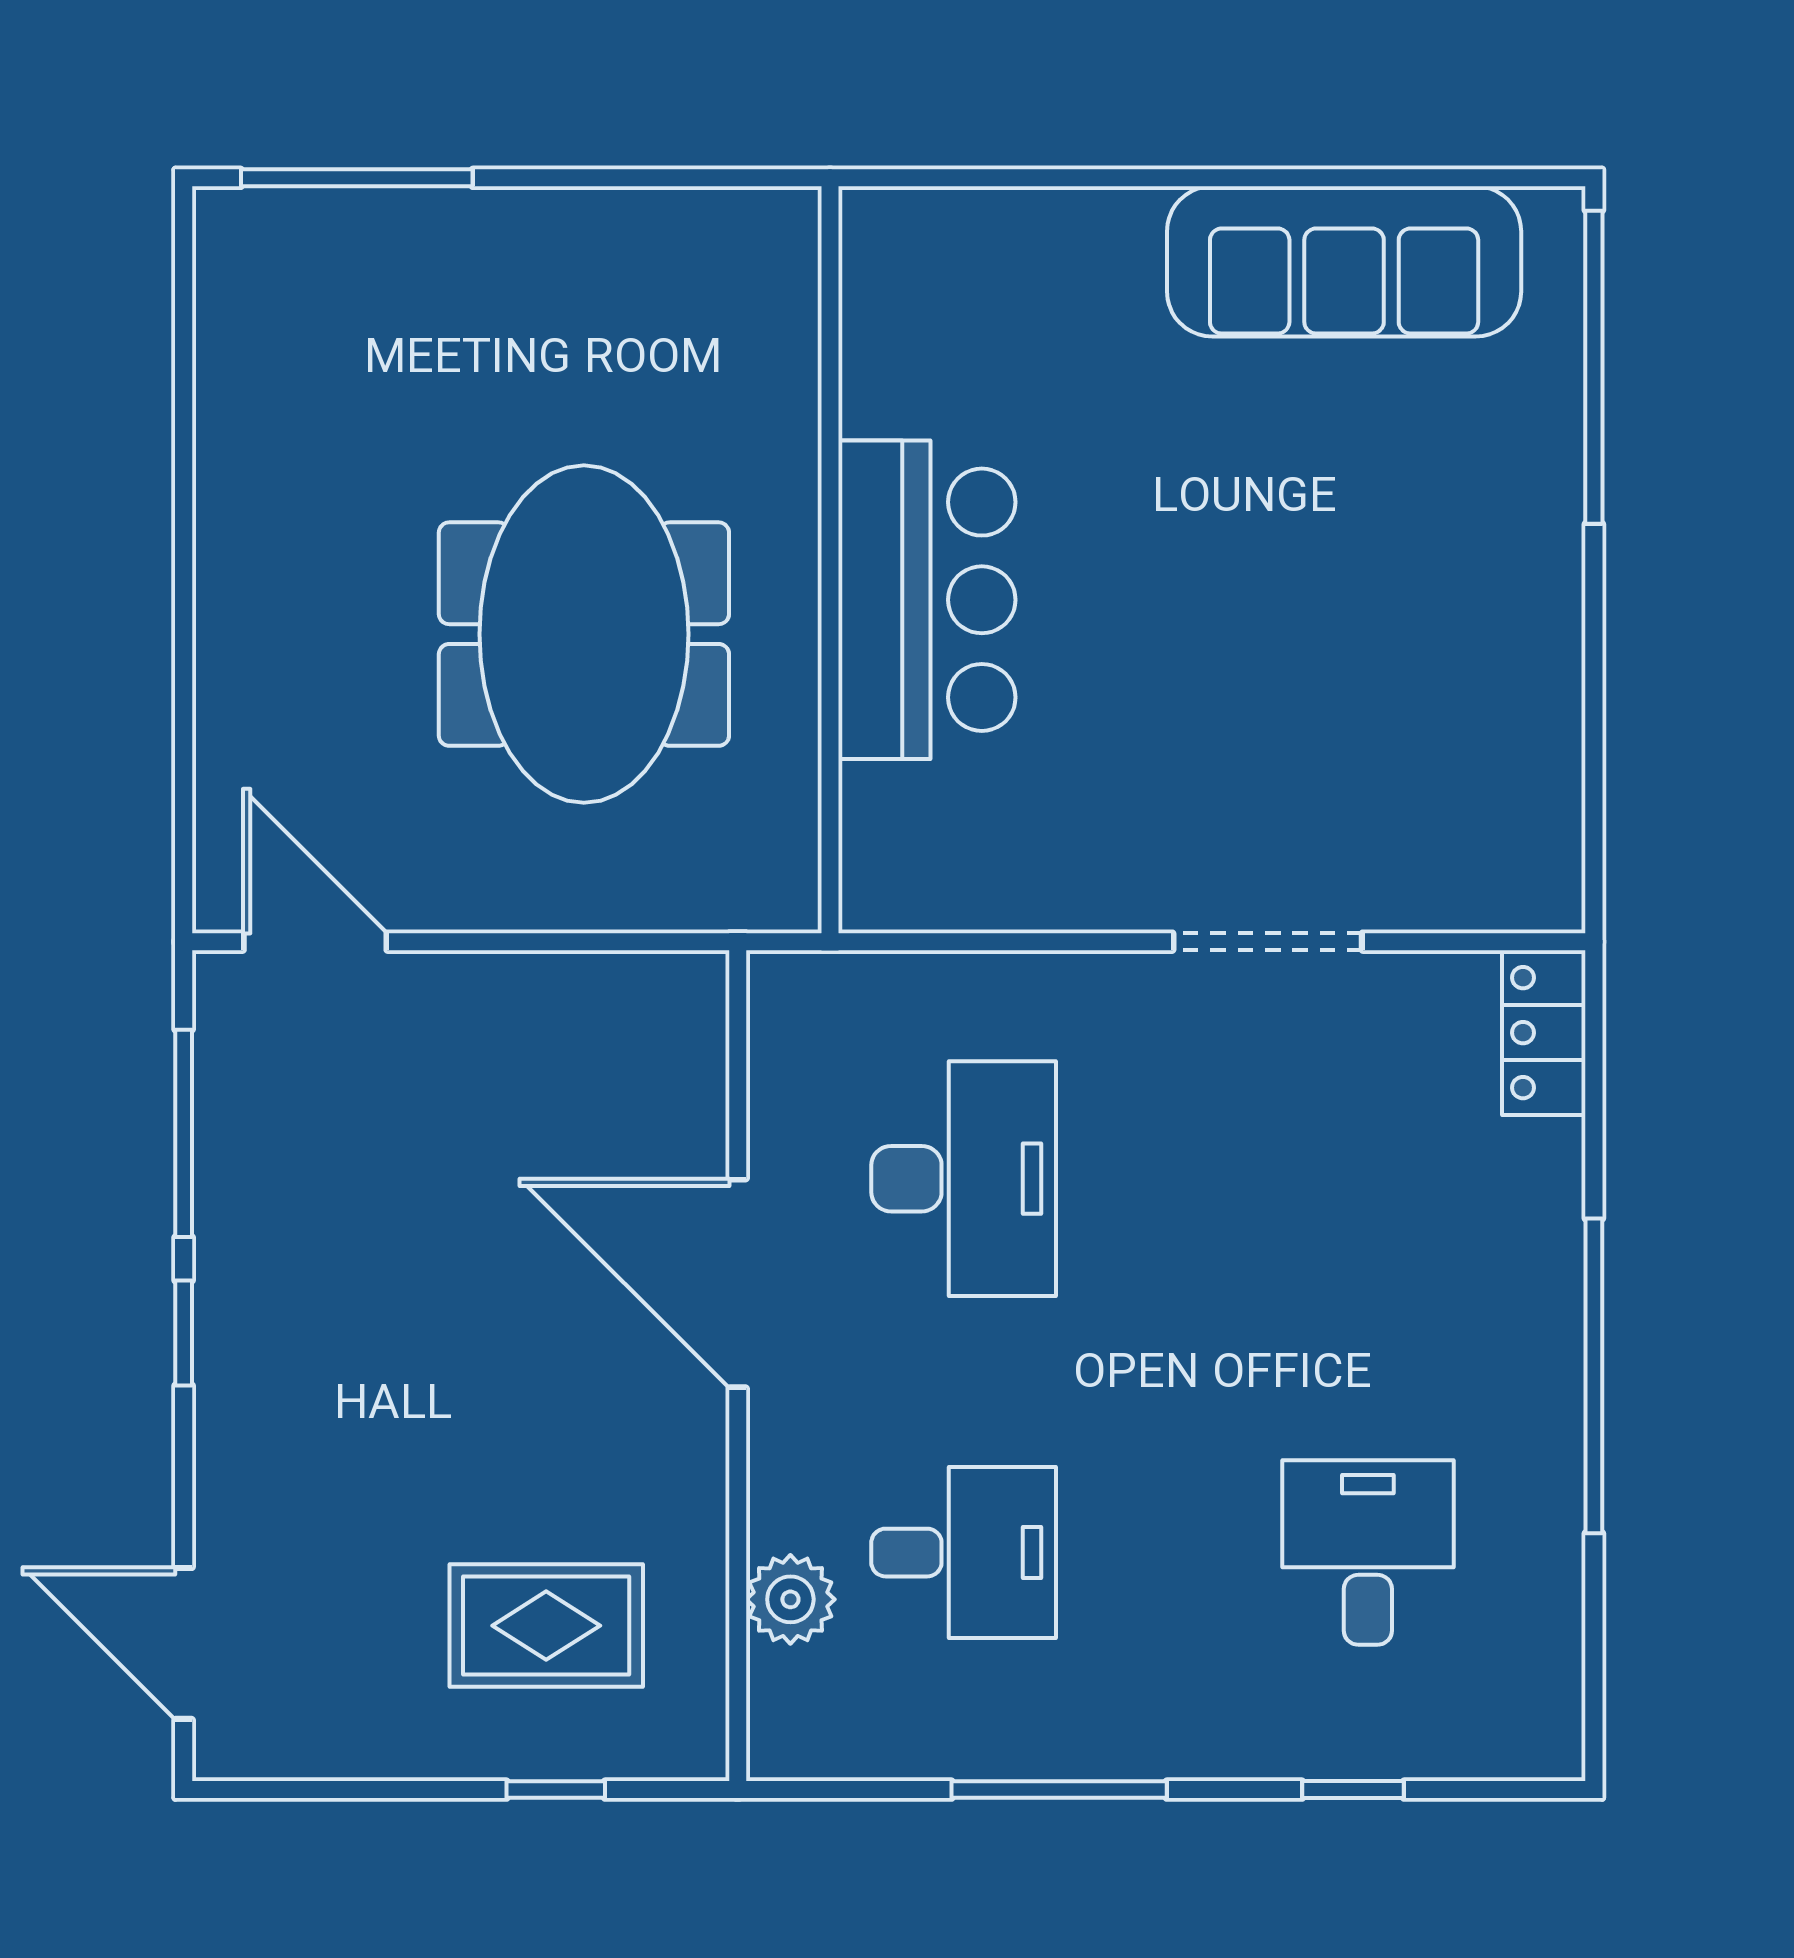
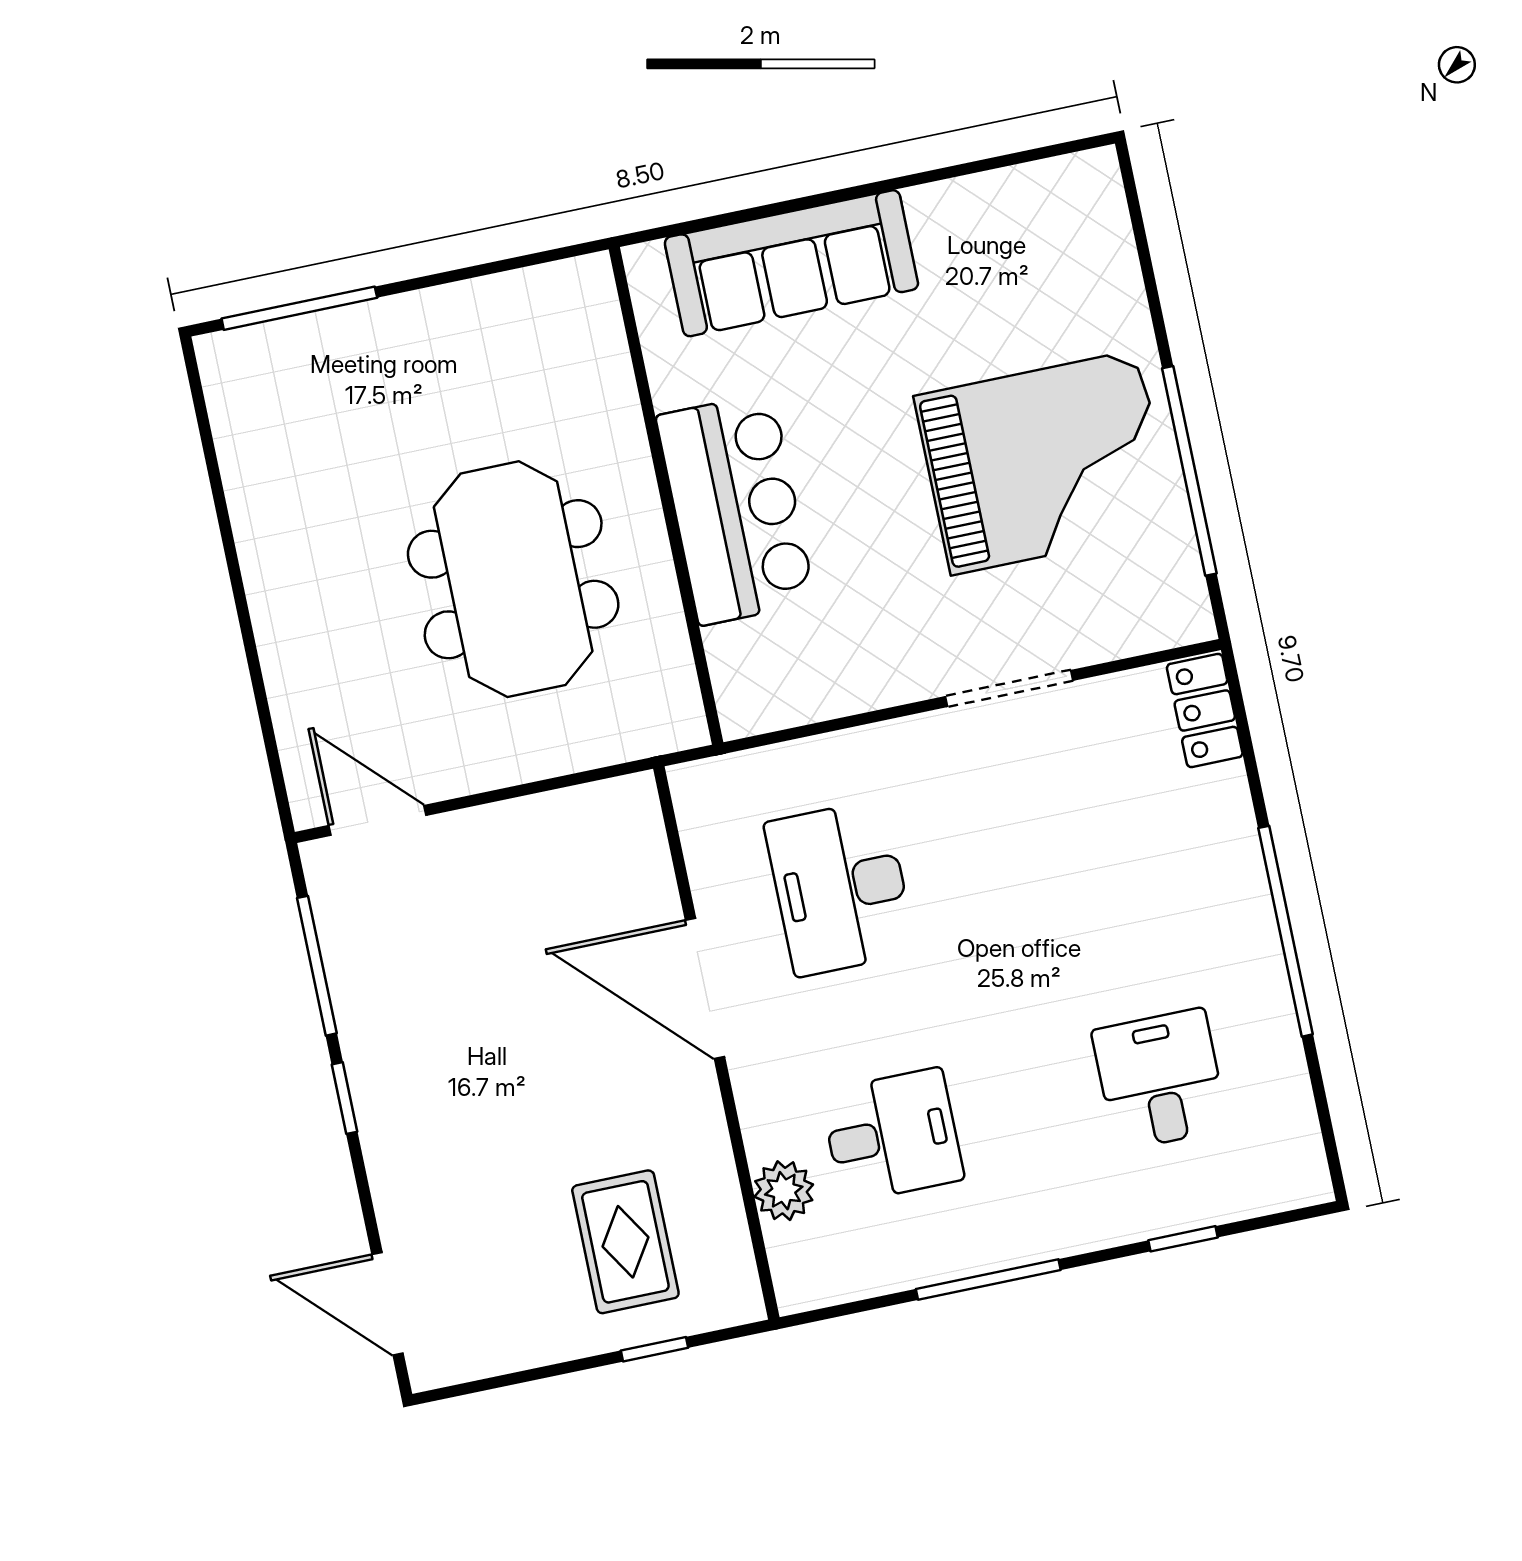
sofa: (1344, 261) -> (791, 263), moved
window: (1594, 367) -> (1189, 471), moved
grand piano: (1387, 626) -> (1045, 462), added
desk: (964, 1179) -> (840, 888), turned 180
rug: (546, 1626) -> (625, 1242), turned 90

